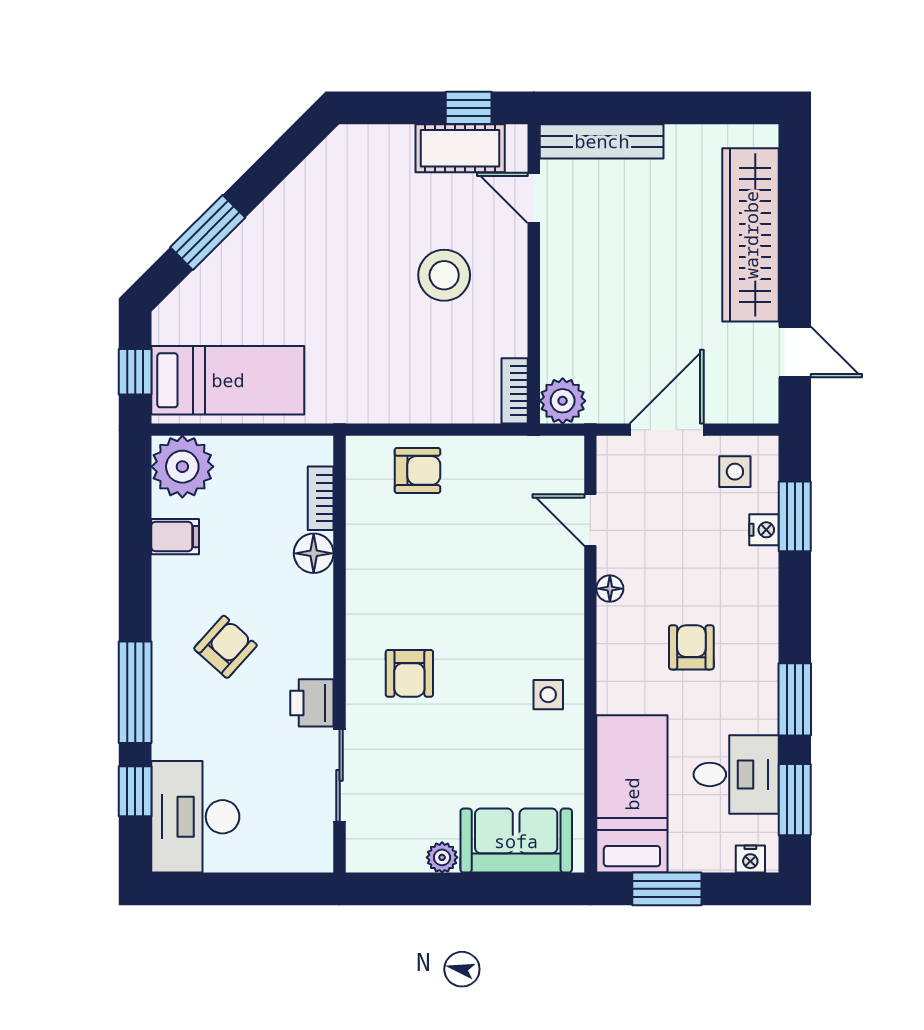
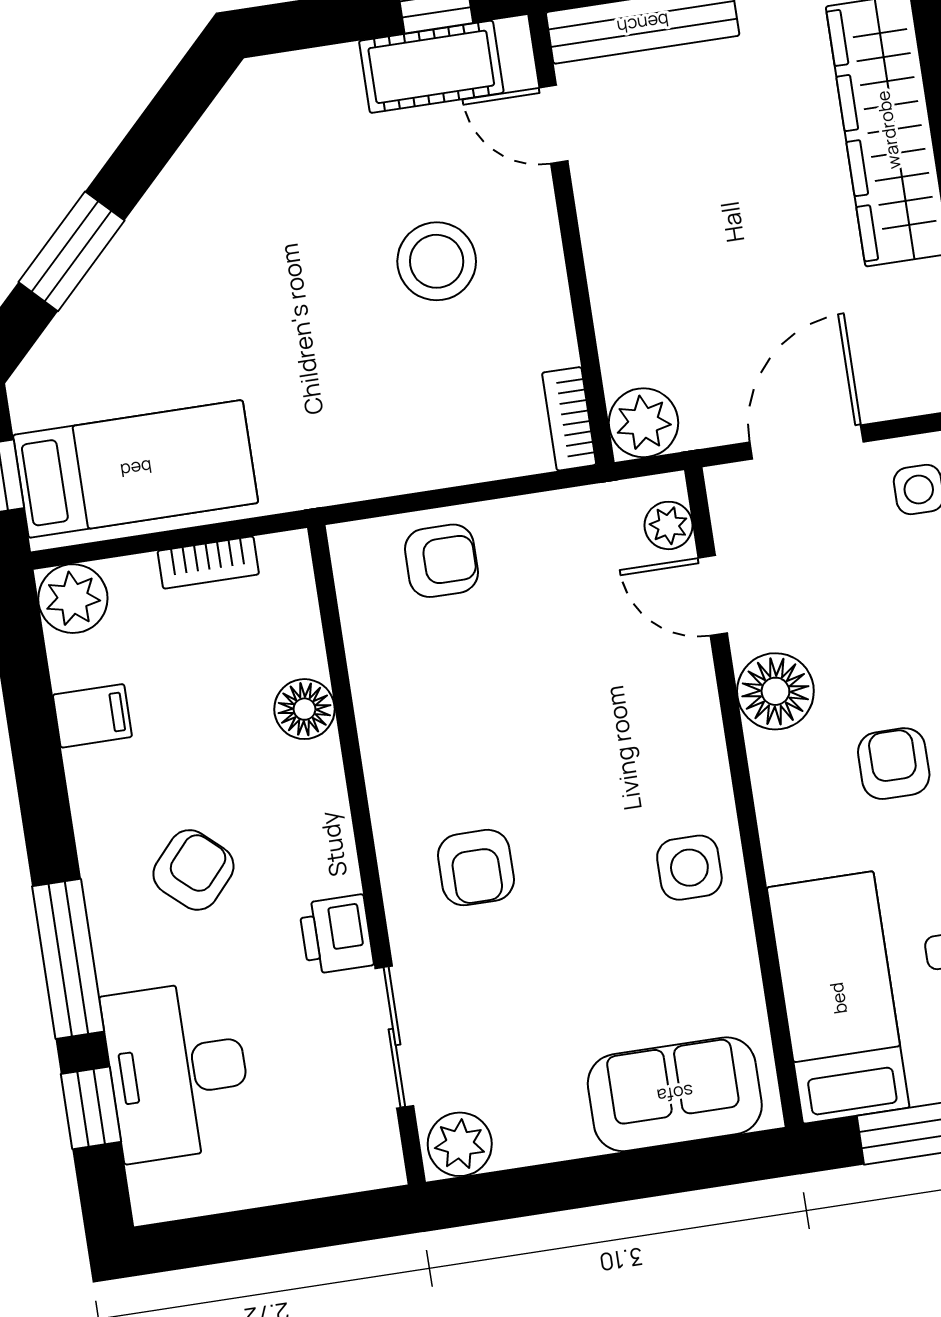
plant: (182, 467) -> (73, 599), width x0.73, depth x0.73
plant: (569, 470) -> (669, 525), added
bookcase: (321, 498) -> (208, 563), moved, turned -90
floor lamp: (610, 589) -> (775, 691), width x1.89, depth x1.89
side table: (548, 695) -> (689, 868), width x1.37, depth x1.37
desk: (195, 817) -> (178, 1071), moved
plant: (442, 857) -> (460, 1144), moved, width x1.38, depth x1.38

